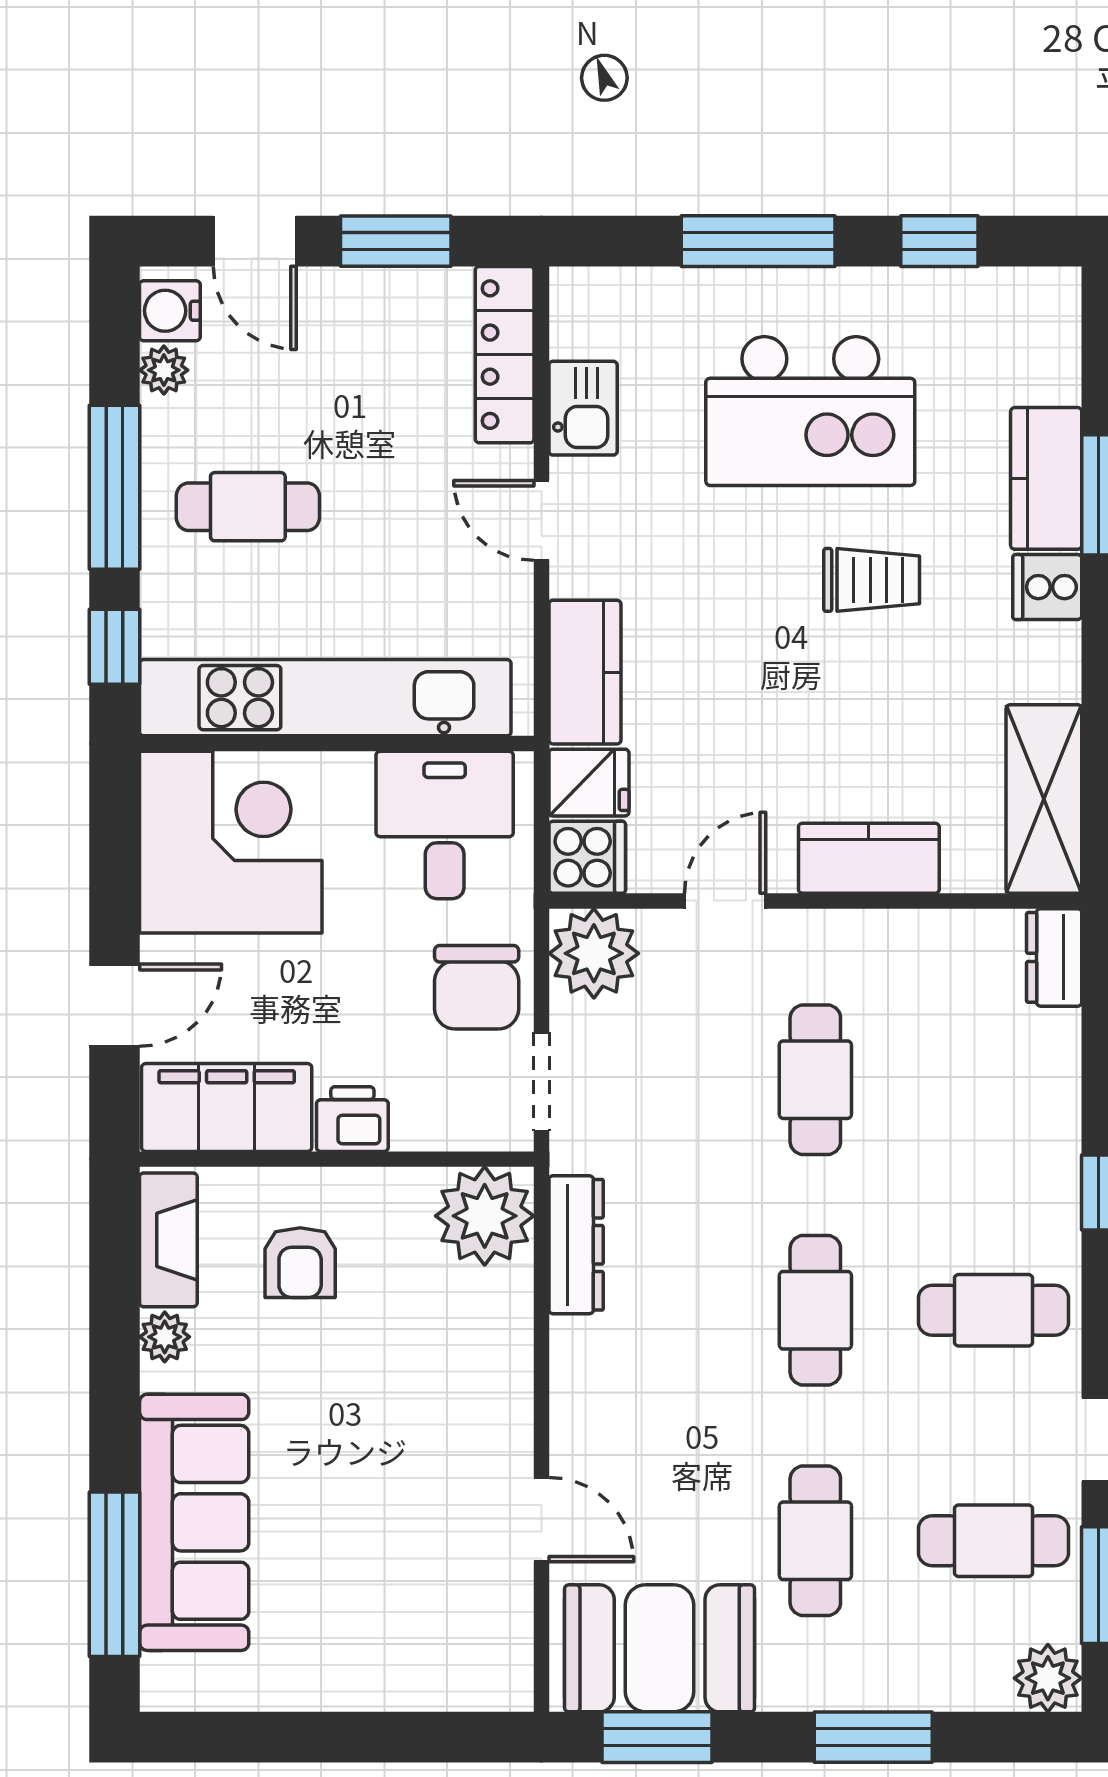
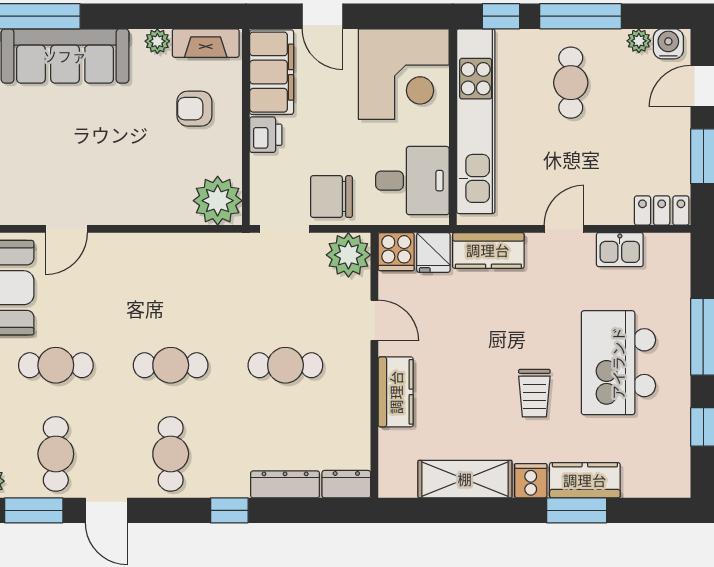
locker: (505, 355) -> (662, 210), width x0.66
shelving: (1044, 799) -> (465, 479), moved
dresser: (576, 1245) -> (285, 484), moved, turned 180

